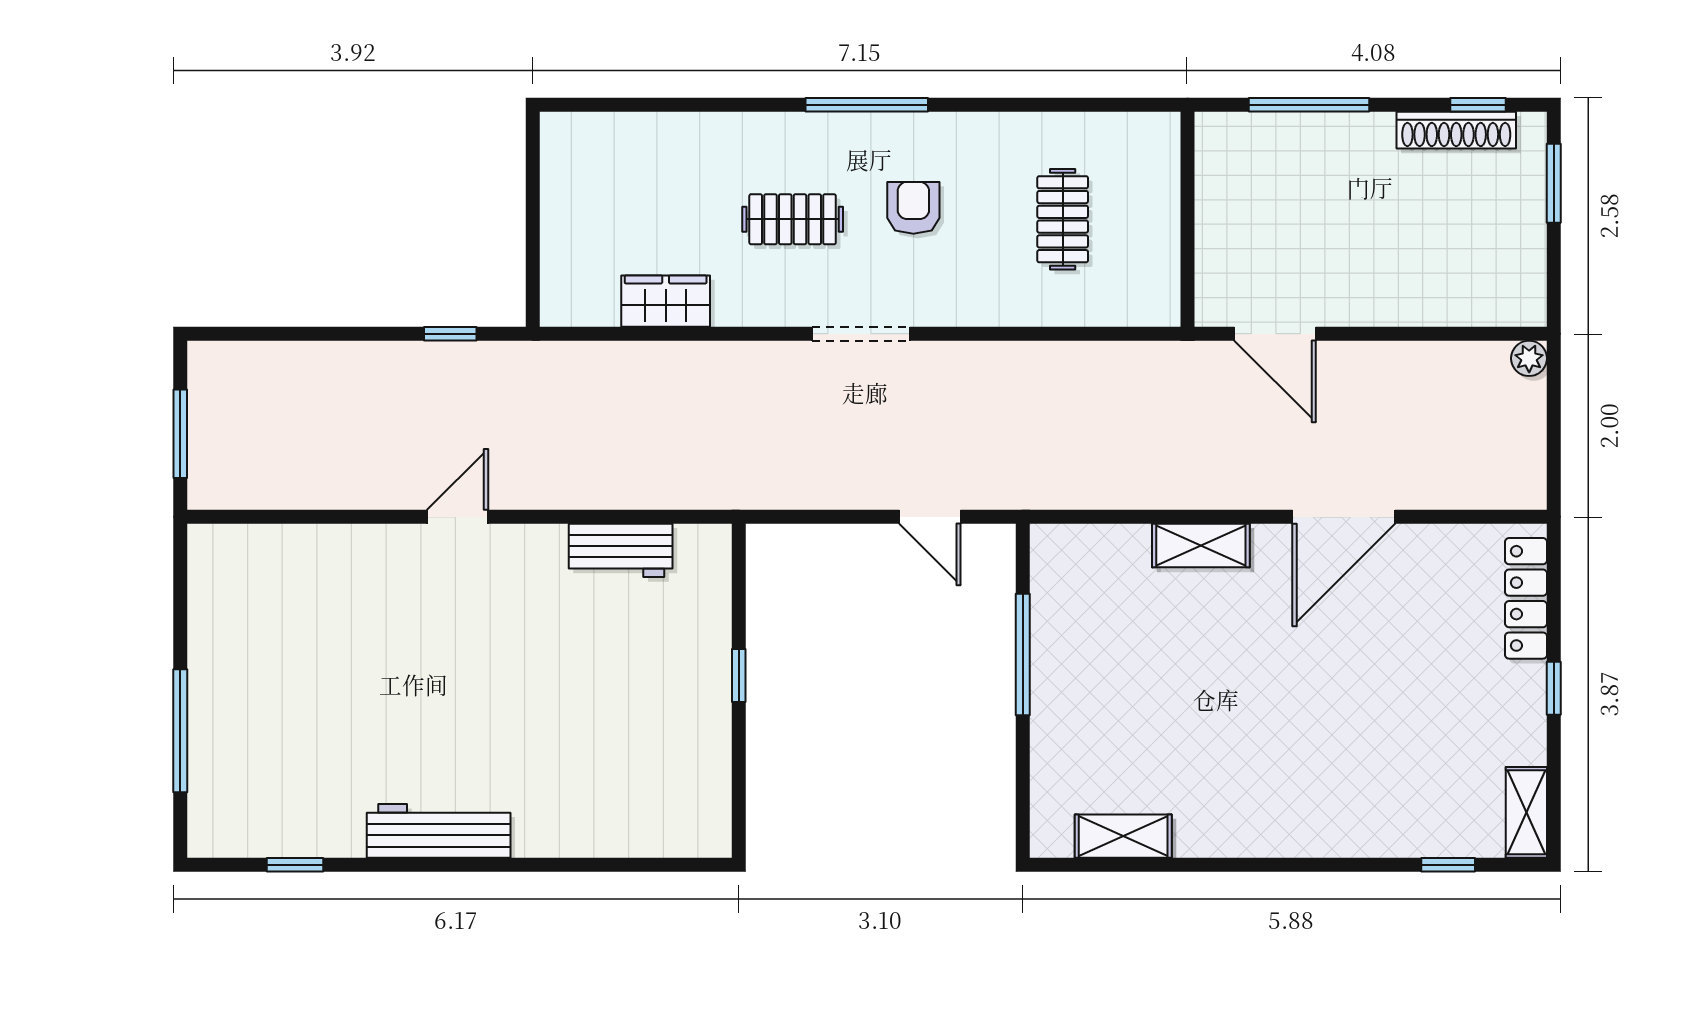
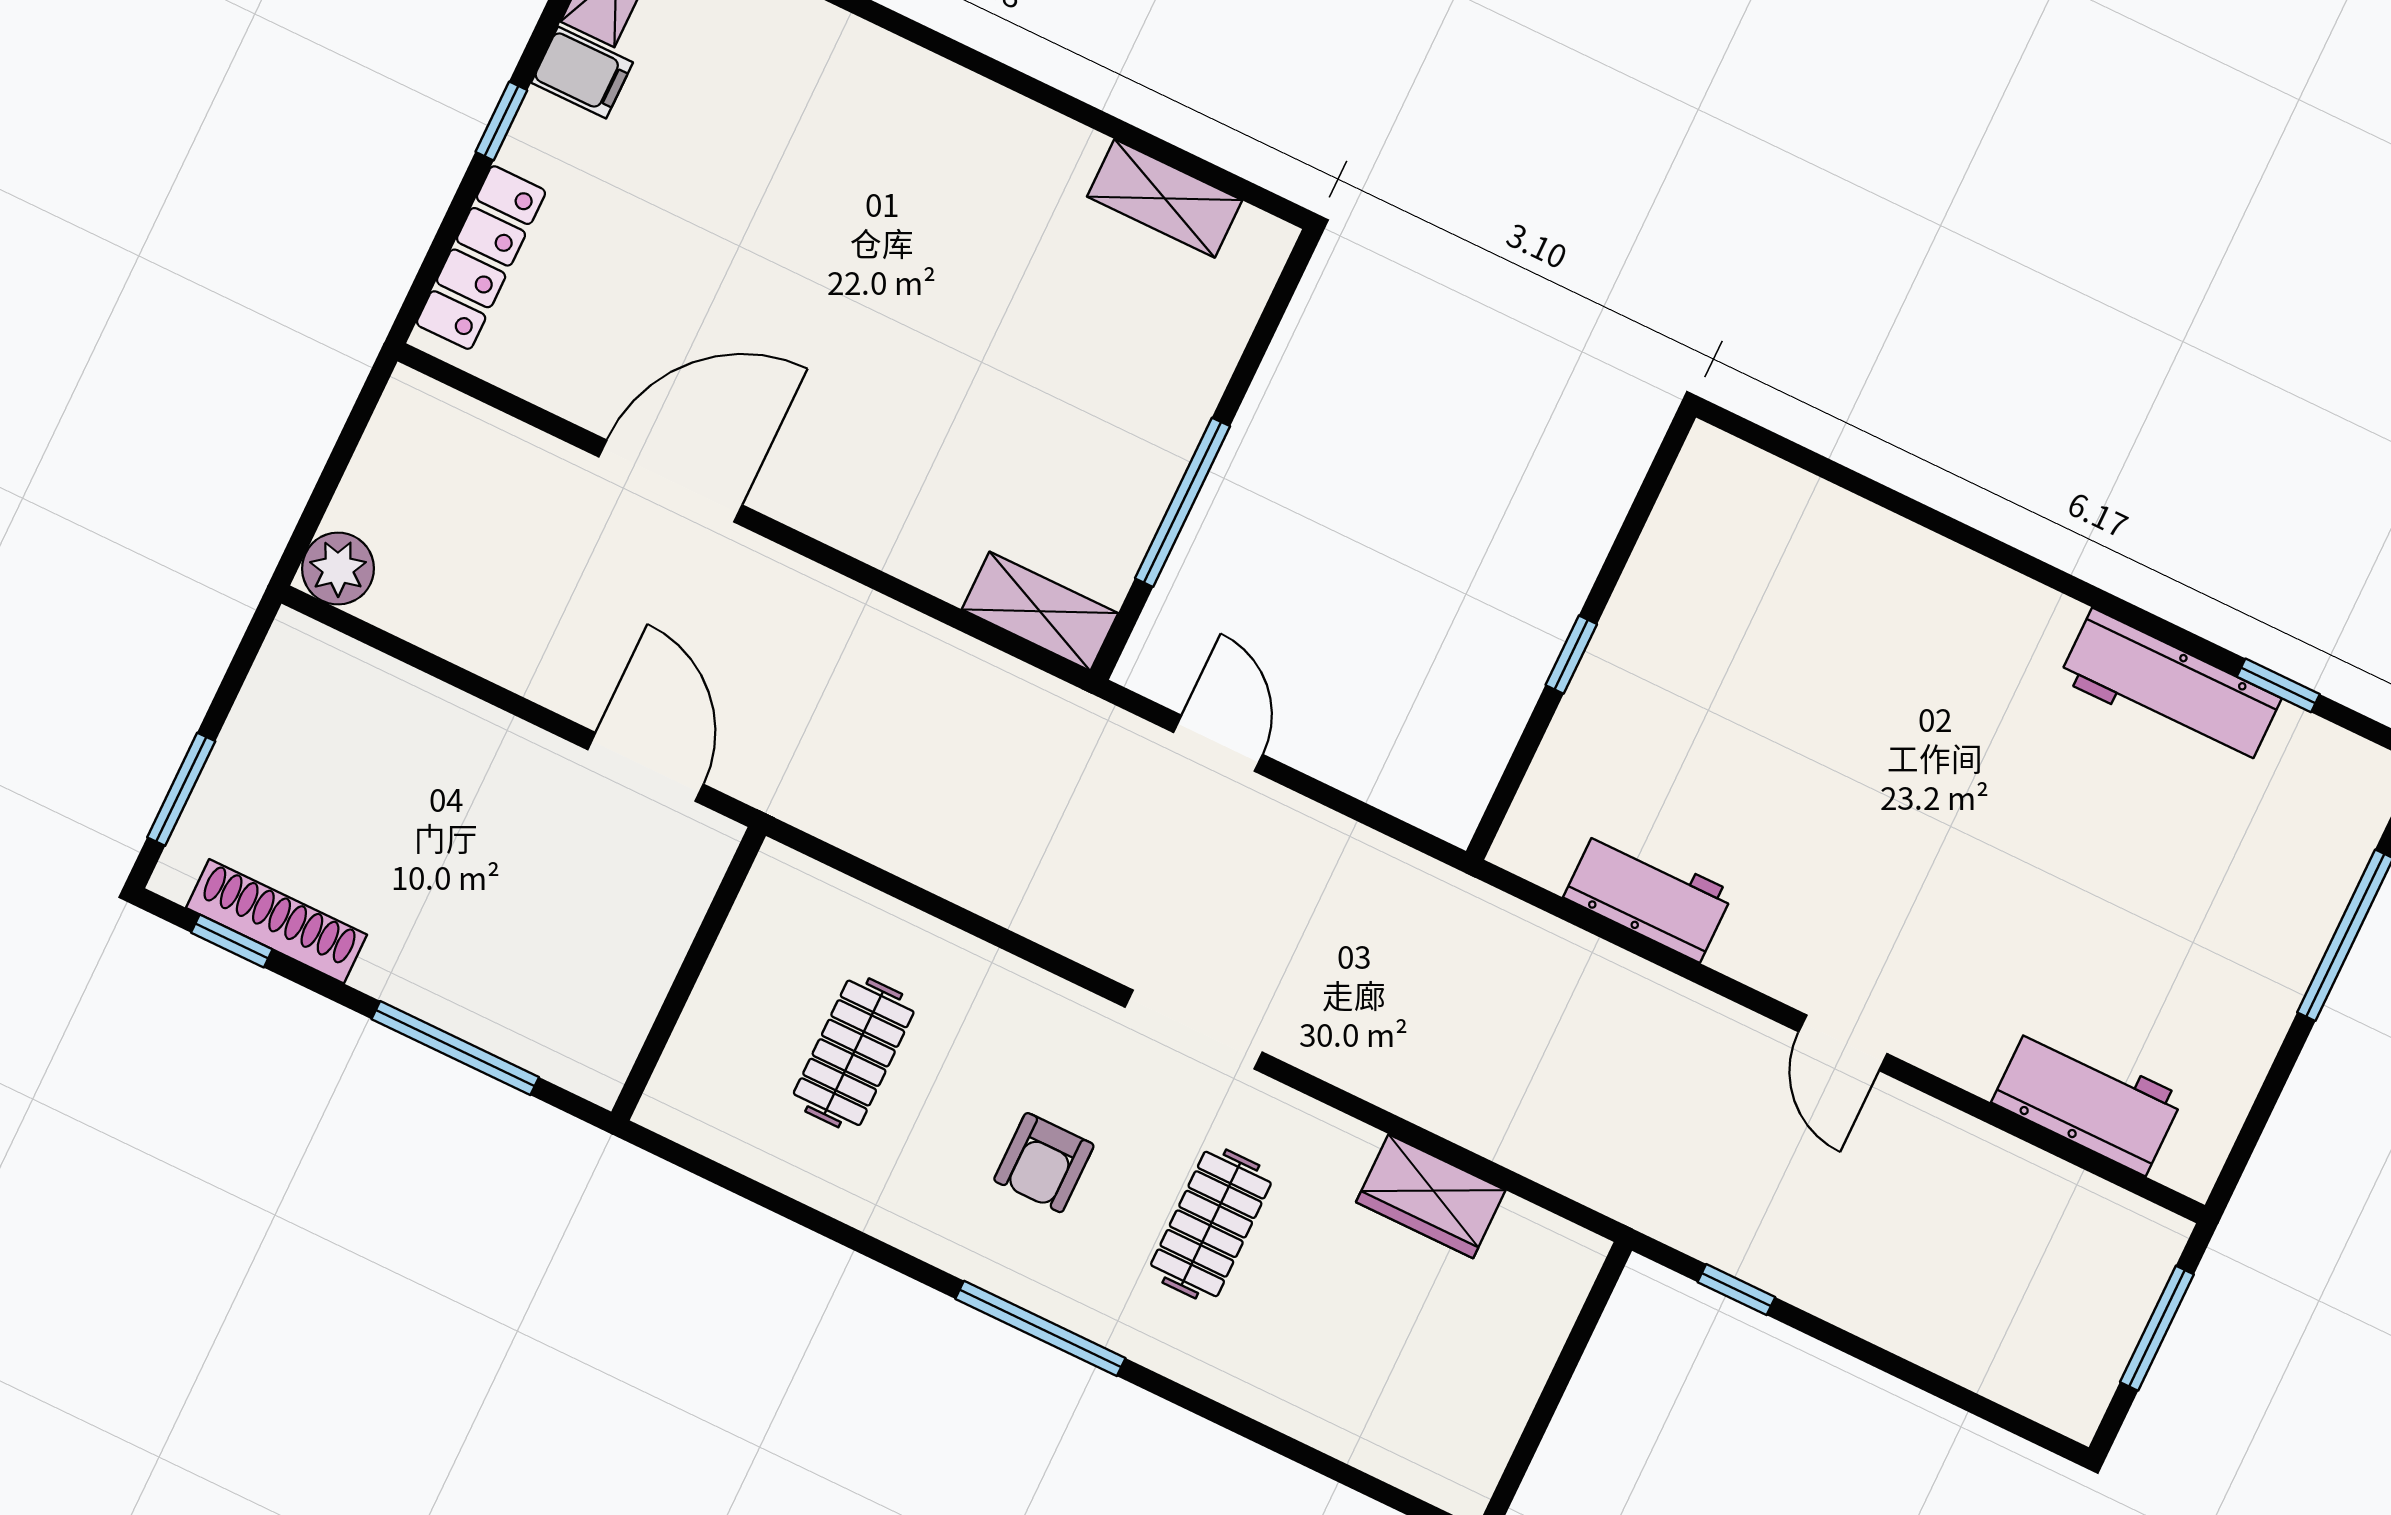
clothes rail: (793, 219) -> (1211, 1224), turned 90
plant: (1529, 358) -> (338, 569), width x1.38, depth x1.38
door: (457, 517) -> (1843, 1043), hinge flipped
shelving: (1201, 546) -> (1040, 611), moved
workbench: (290, 554) -> (2087, 1100), added
filing cabinet: (1518, 742) -> (582, 73), added
workbench: (439, 831) -> (2170, 689), moved

